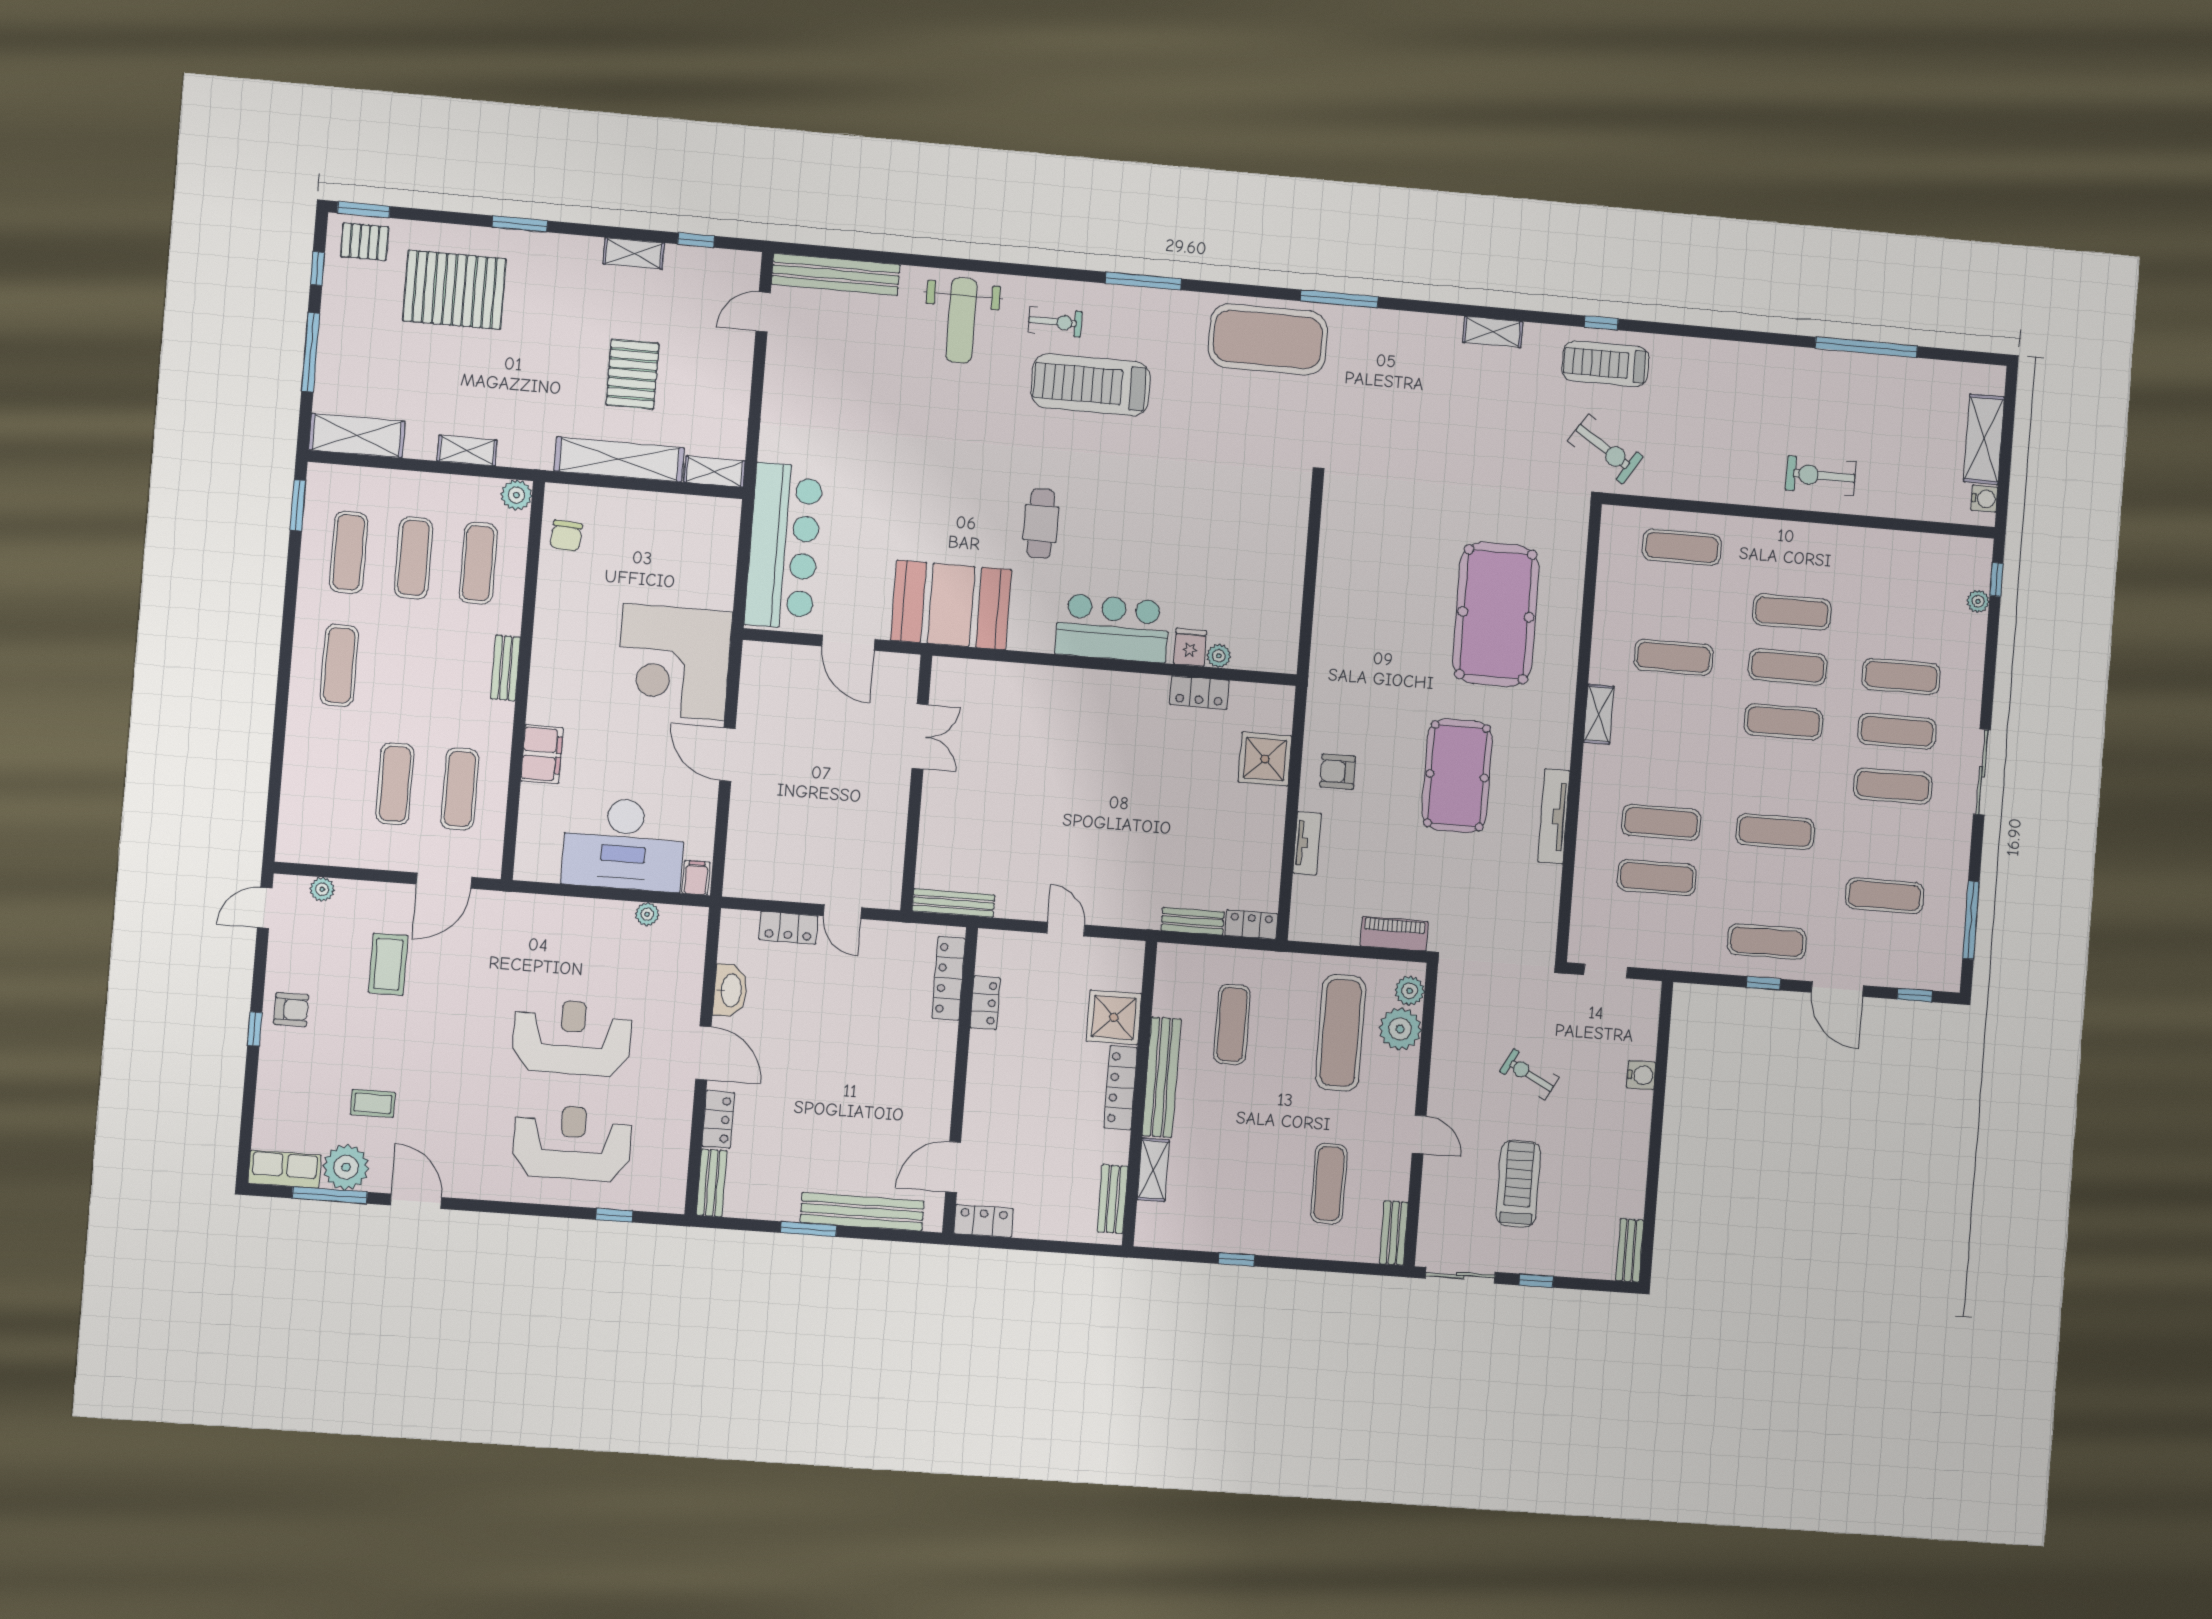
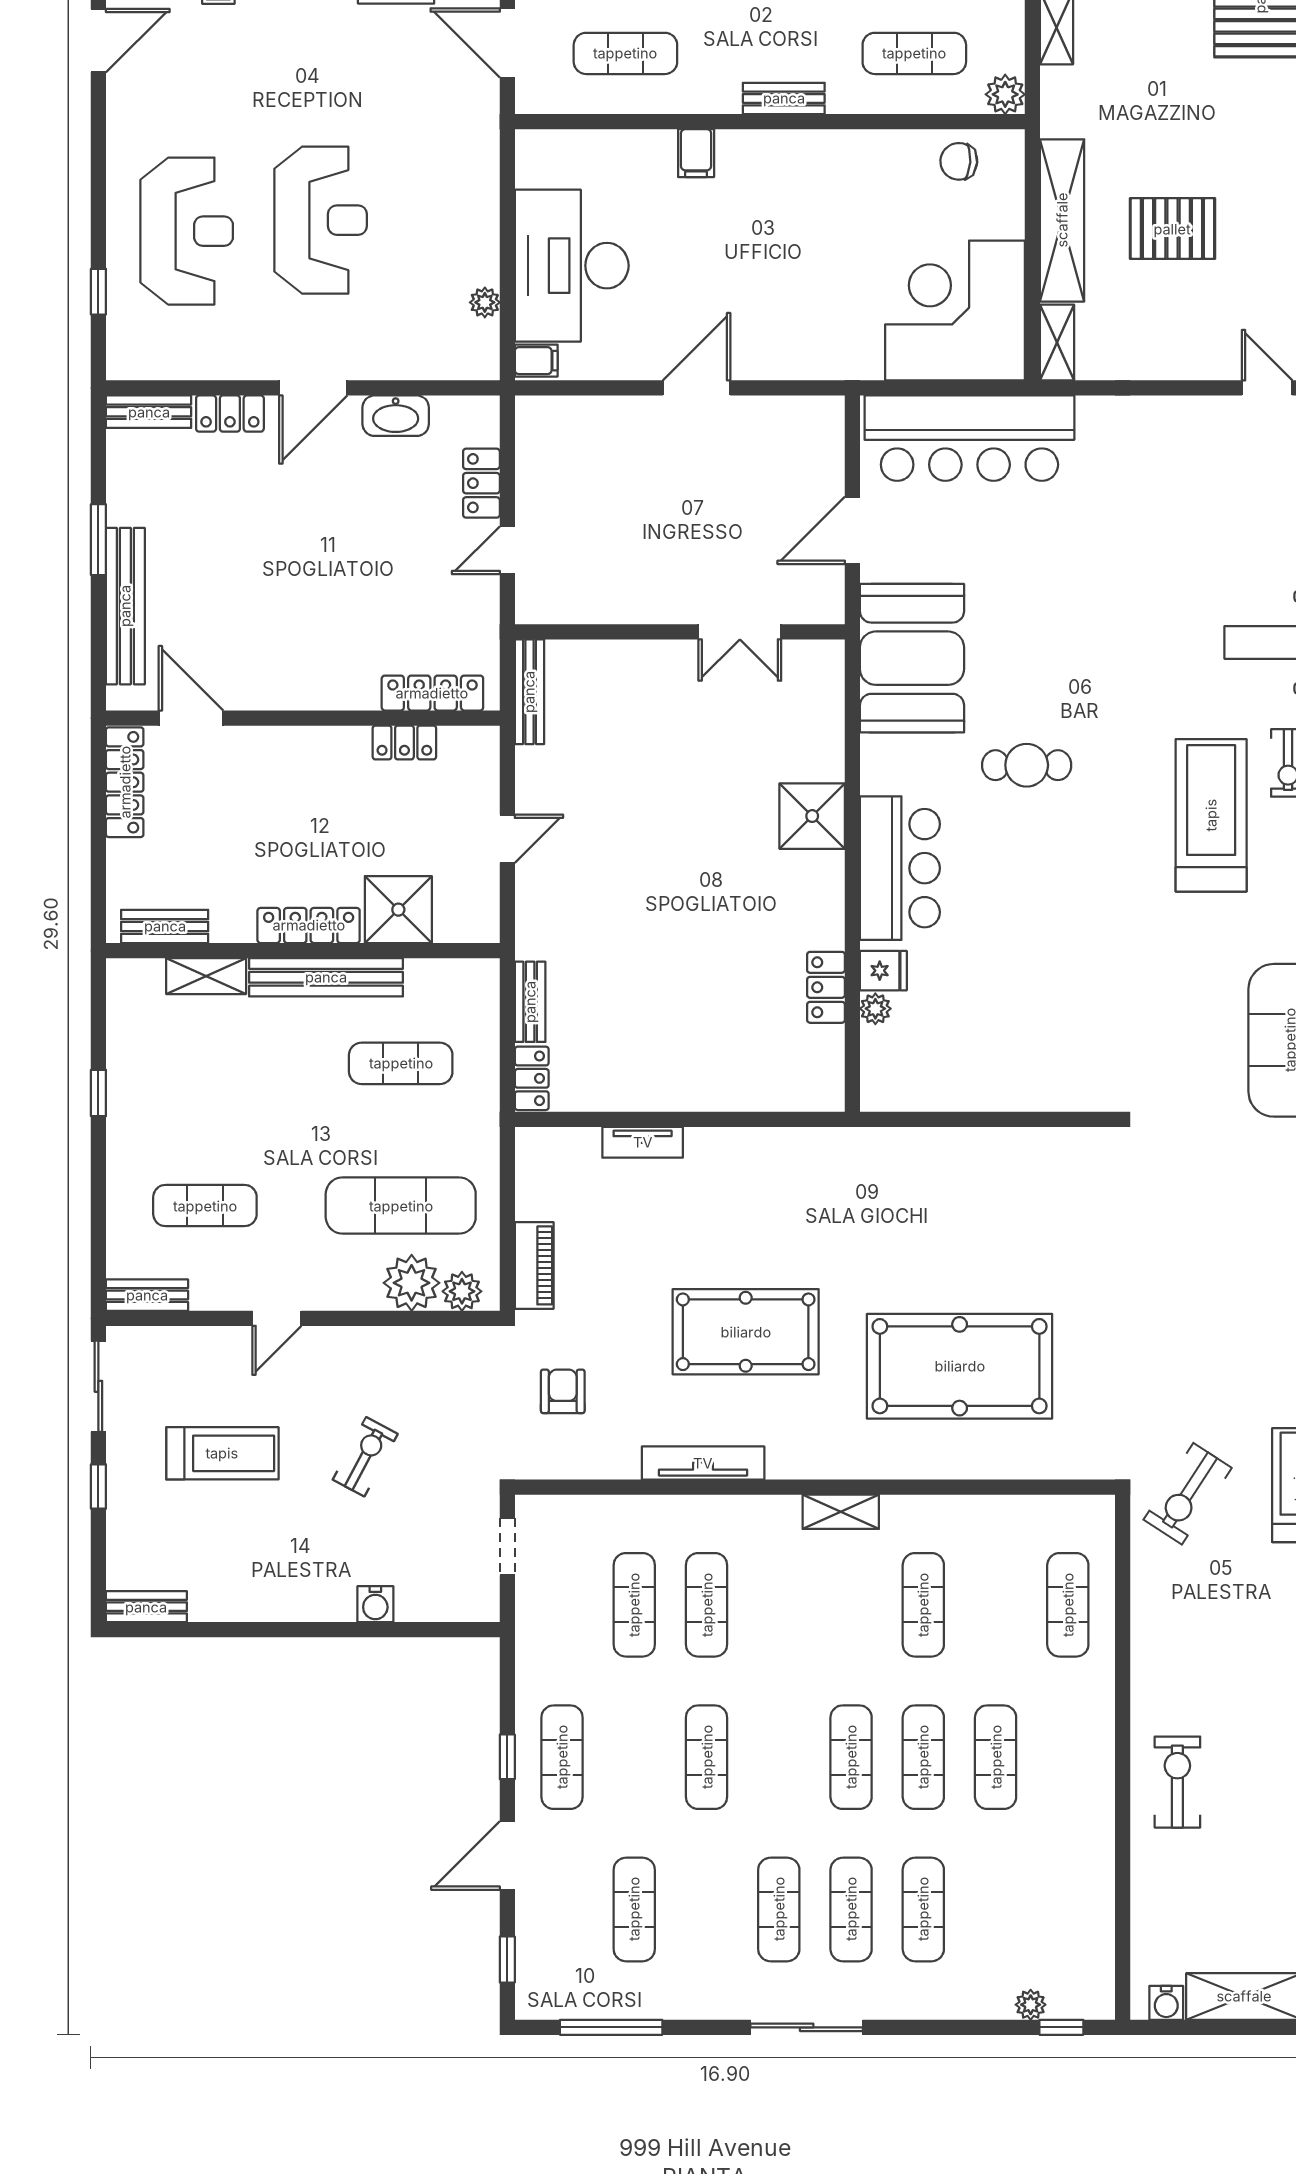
corner desk: (674, 662) -> (955, 310), moved
filing cabinet: (542, 754) -> (696, 153), width x0.50
shower: (1265, 759) -> (812, 816), moved
armchair: (1338, 772) -> (563, 1391), moved
locker: (984, 1221) -> (125, 782), width x1.53

